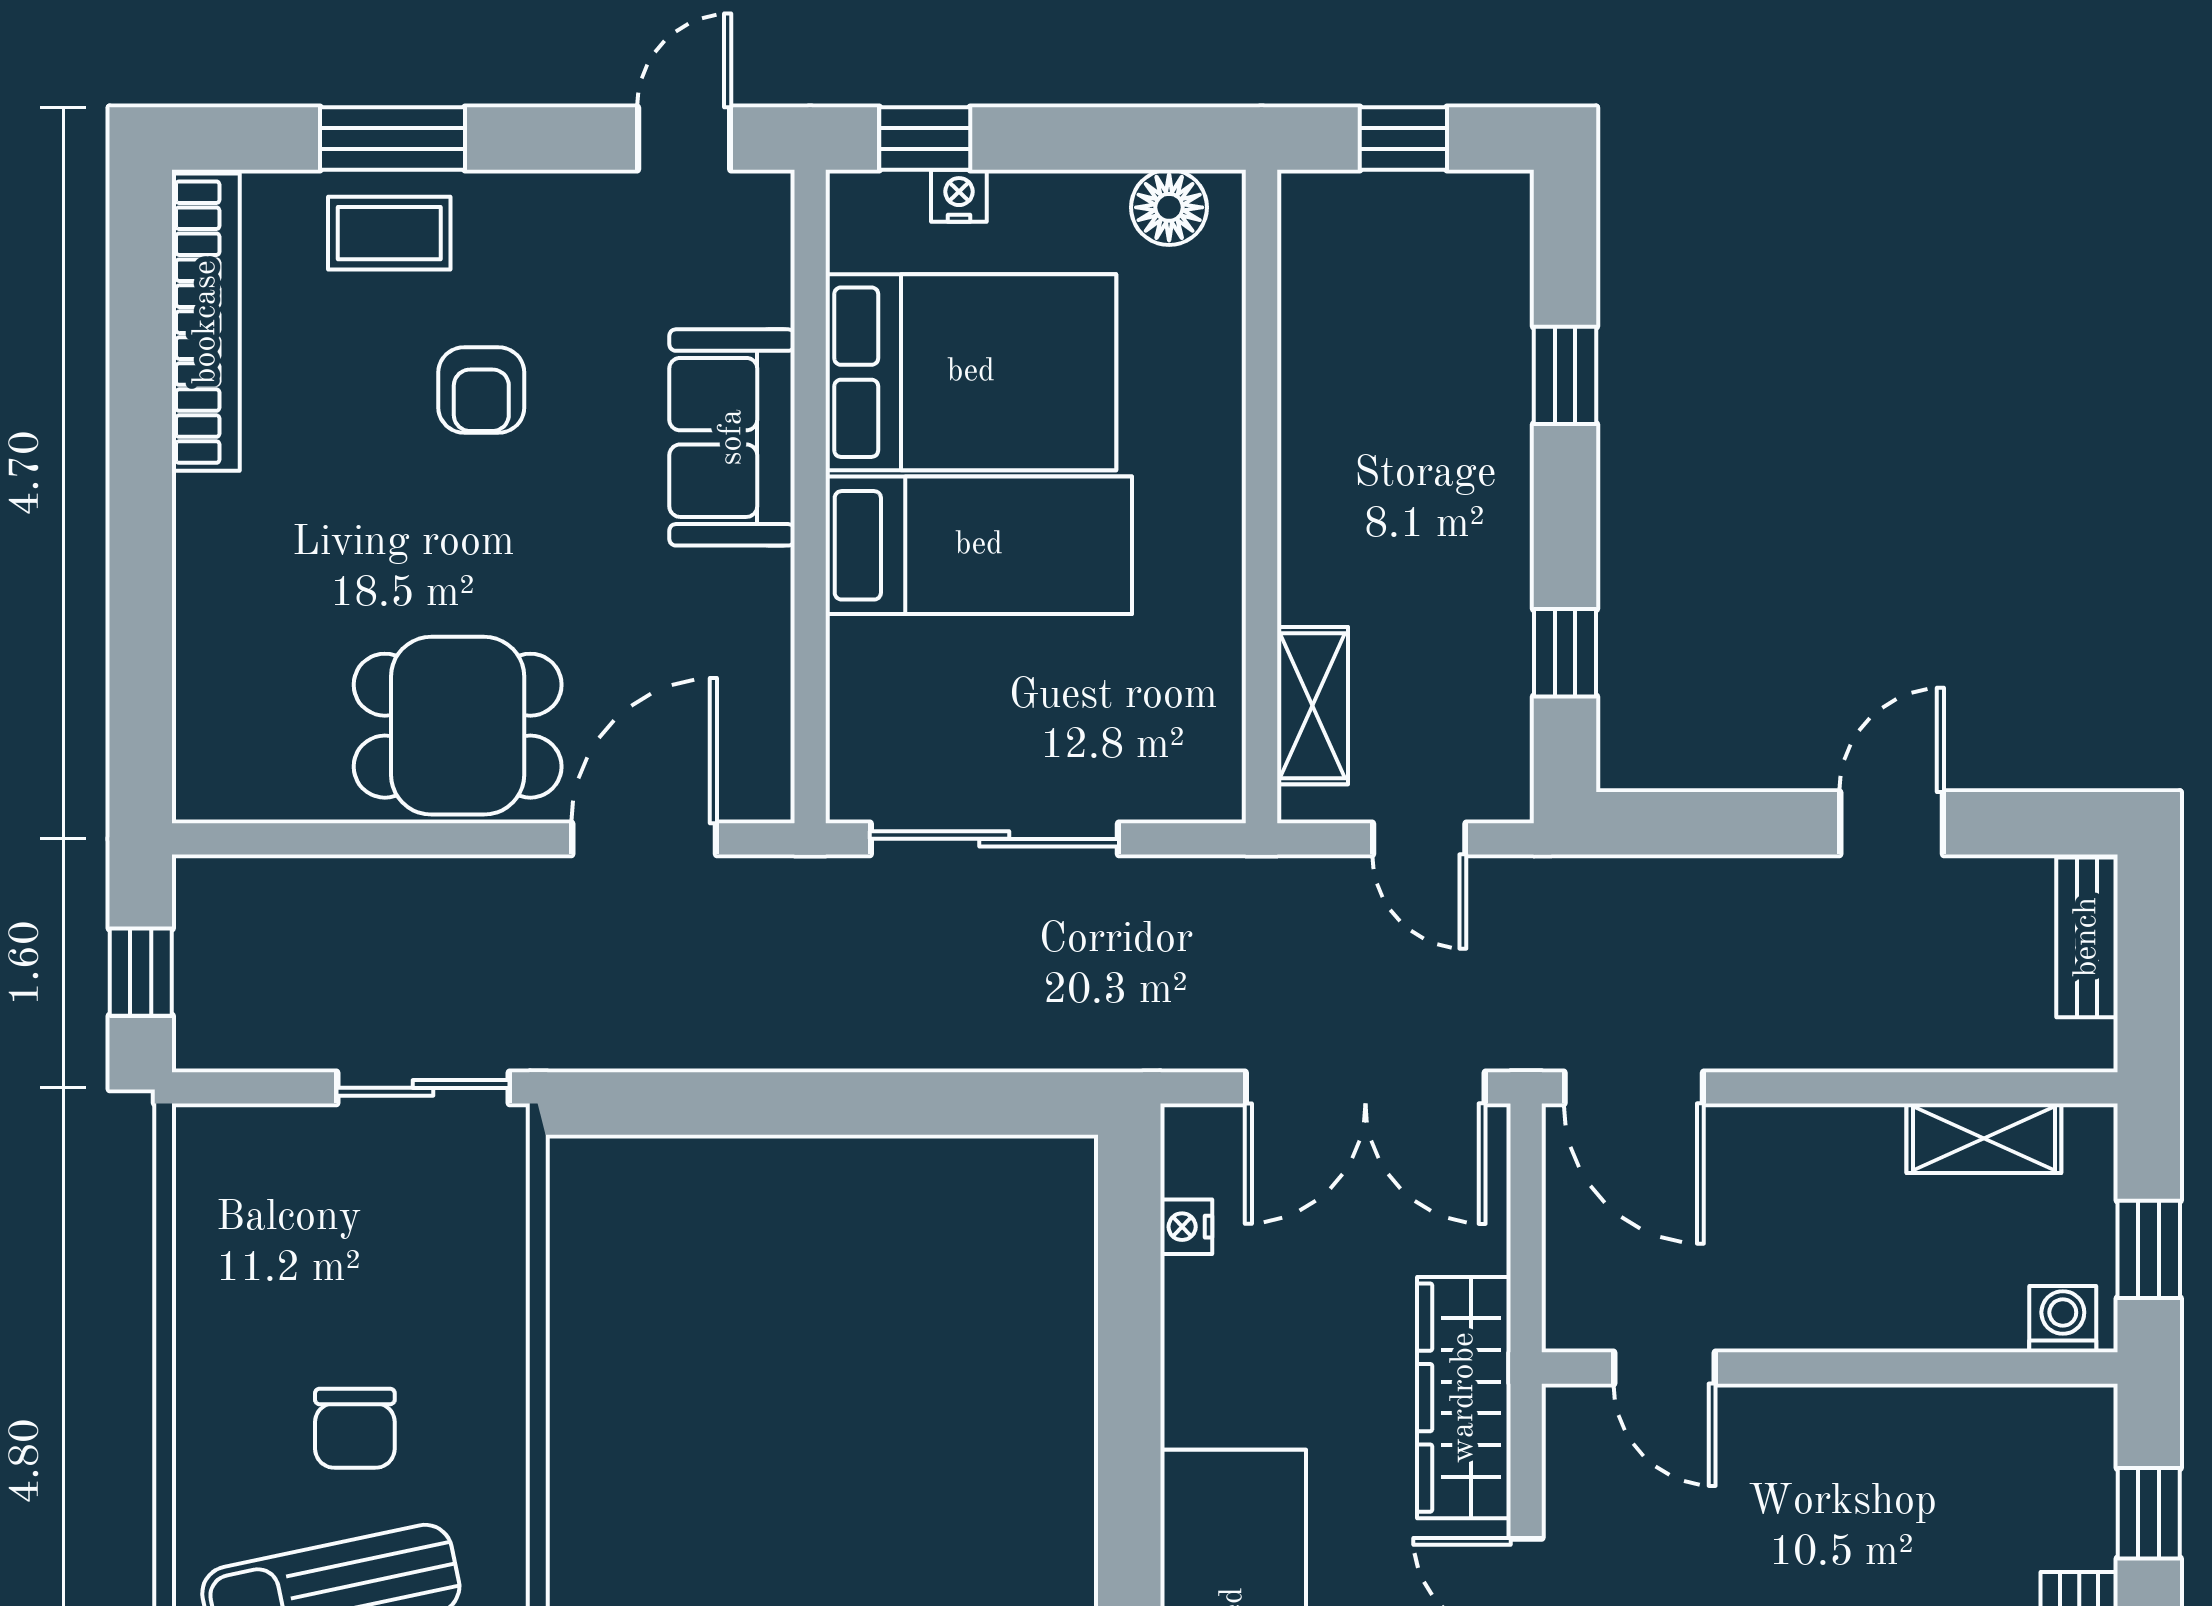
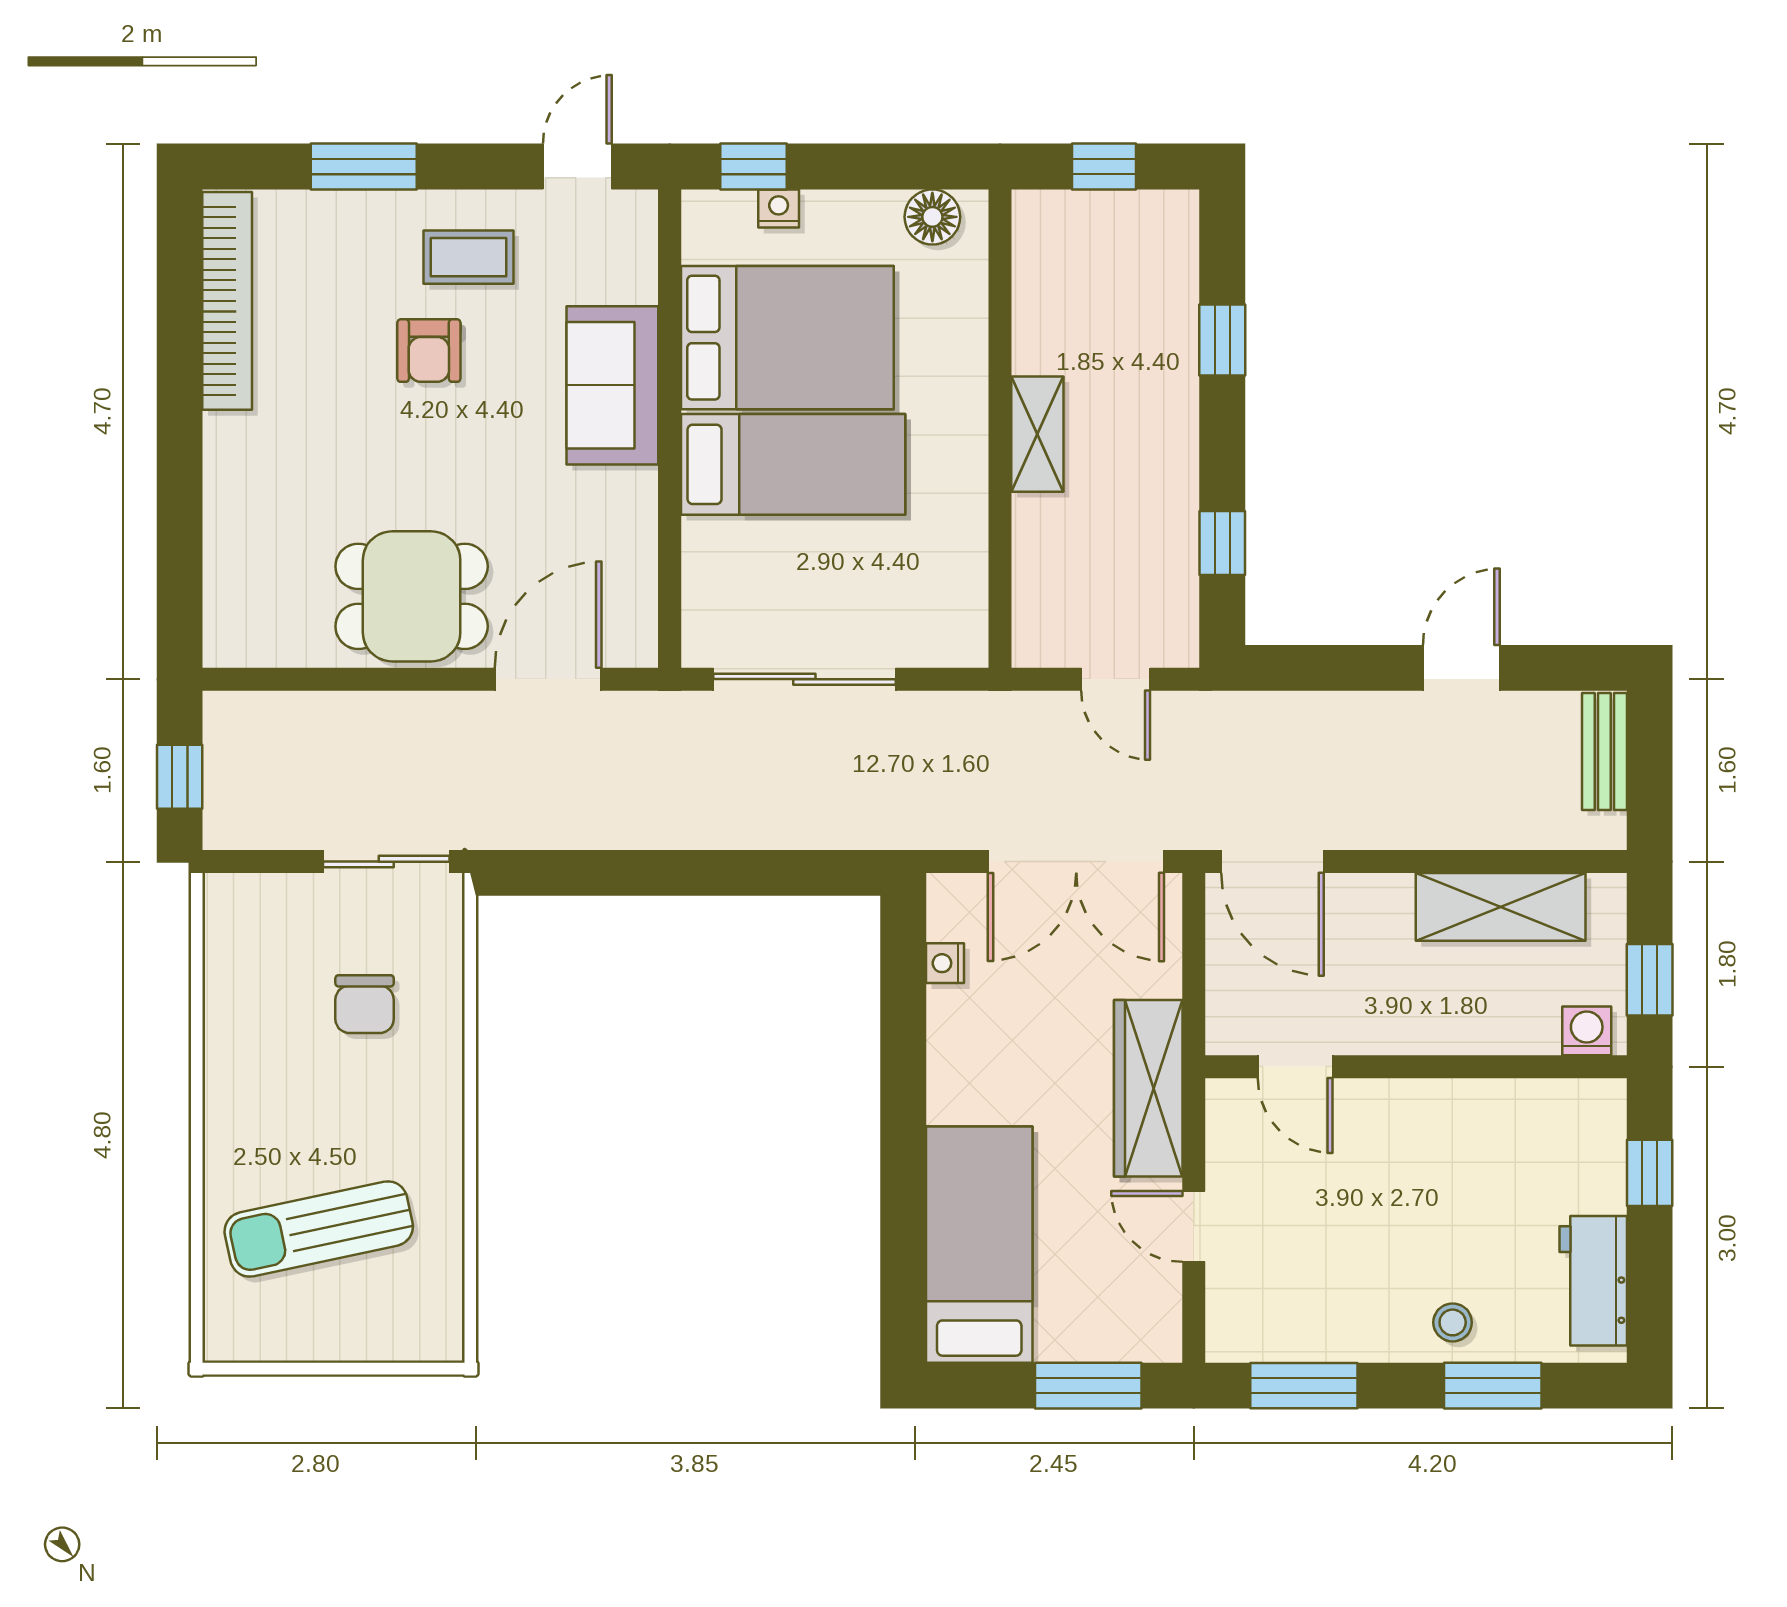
coffee table: (389, 233) -> (468, 257), moved
shelving: (1313, 706) -> (1037, 434), moved
shelving: (1984, 1138) -> (1501, 907), width x1.50, depth x1.33
chair: (355, 1428) -> (365, 1004), moved

